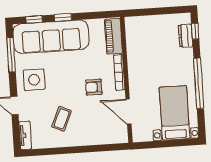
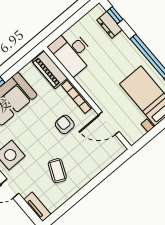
desk: (141, 35) -> (72, 52), added
armchair: (94, 87) -> (65, 124), turned 90

